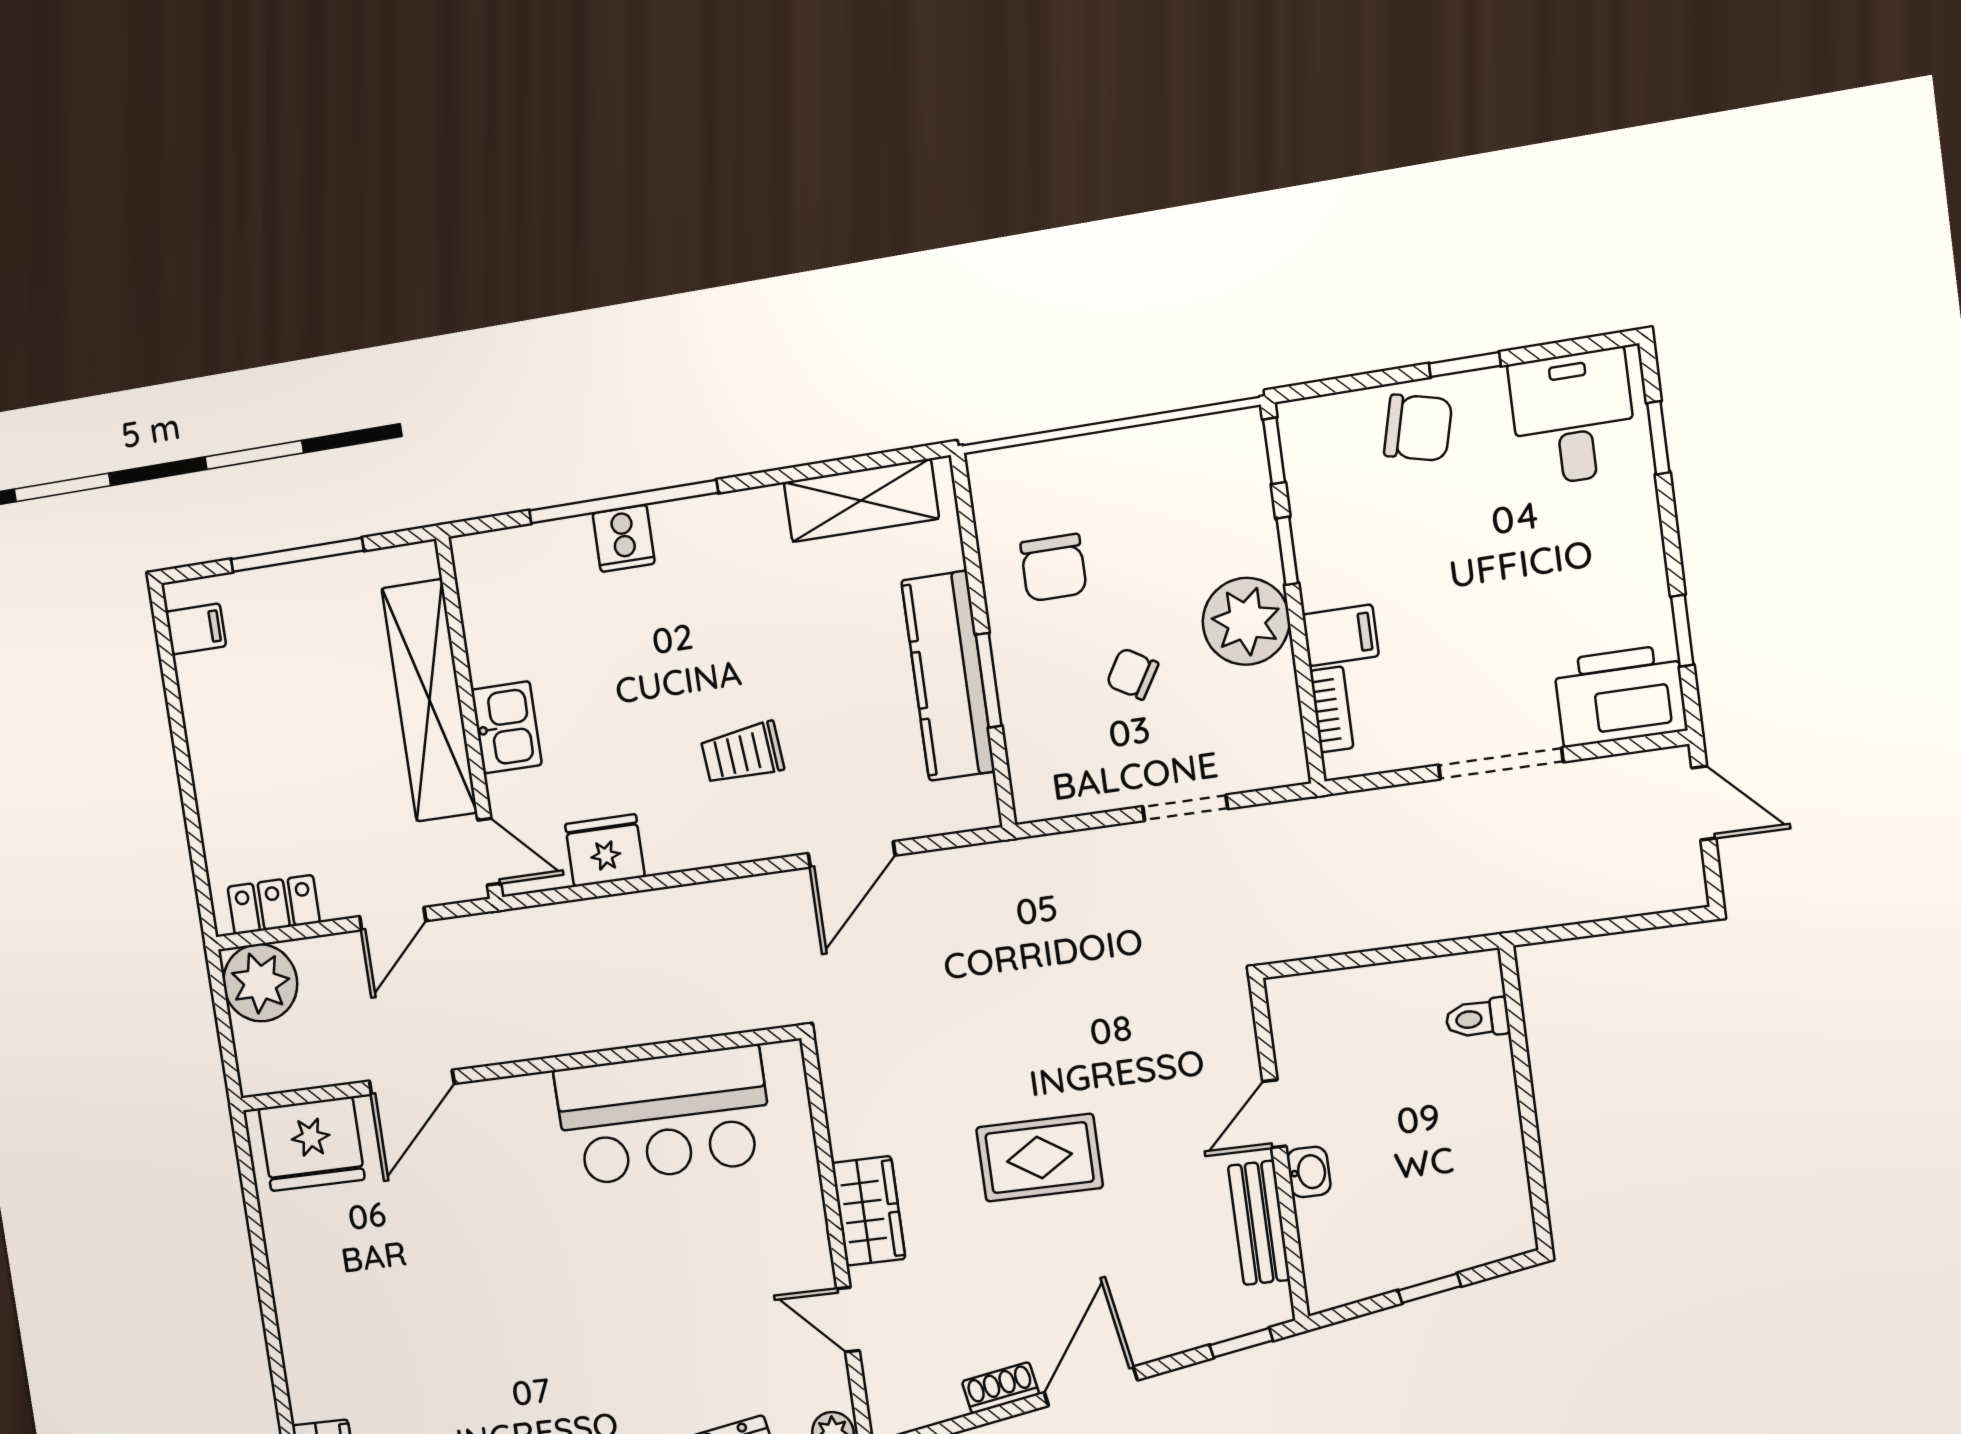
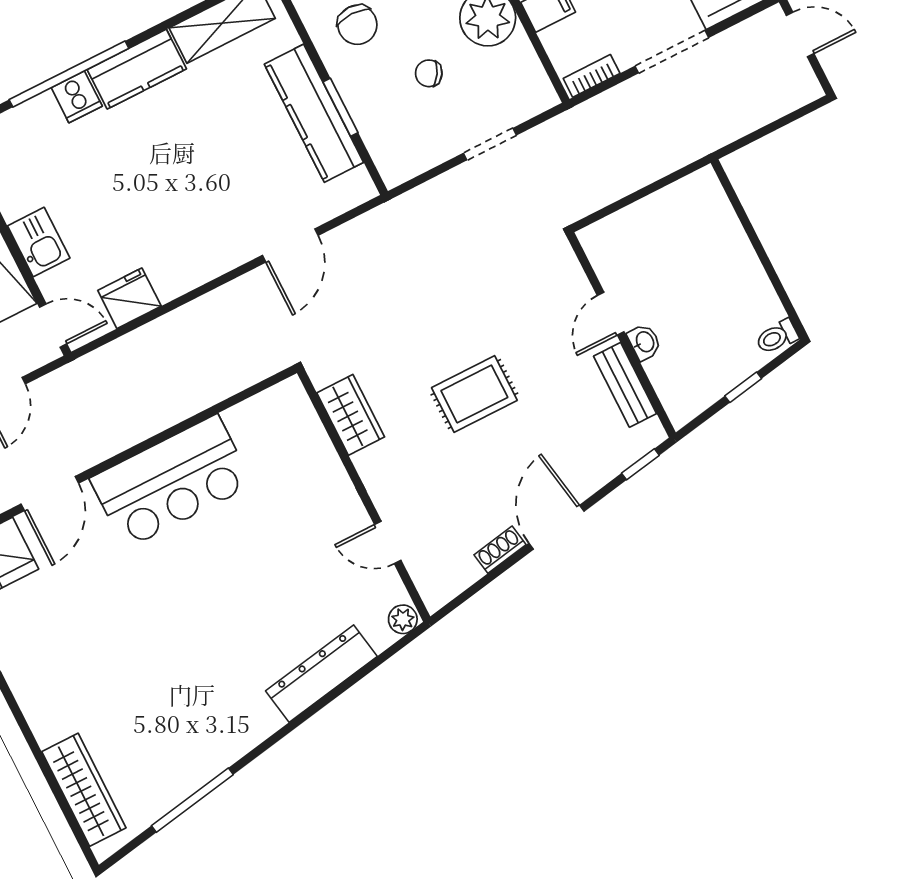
kitchen counter: (720, 527) -> (137, 69), added
bookcase: (1332, 709) -> (592, 76), moved, turned -90
trolley: (742, 753) -> (199, 206), removed
toilet: (1478, 1018) -> (777, 337), moved
bar counter: (664, 1116) -> (171, 482), moved
wardrobe: (869, 1211) -> (351, 415), moved

